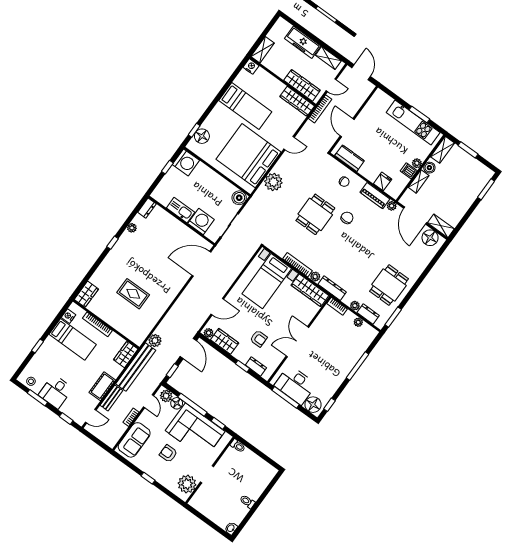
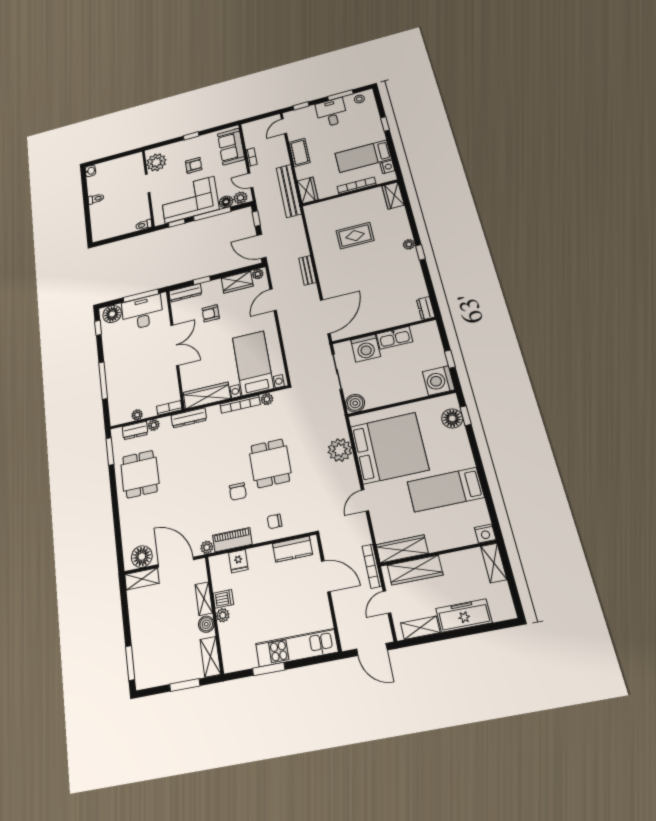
kitchen unit: (413, 122) -> (297, 648), moved
plant: (132, 228) -> (409, 244), moved
plant: (315, 277) -> (267, 399), moved
plant: (155, 341) -> (296, 223), removed
dresser: (256, 366) -> (185, 293), width x1.44
bench: (111, 398) -> (307, 270), moved

